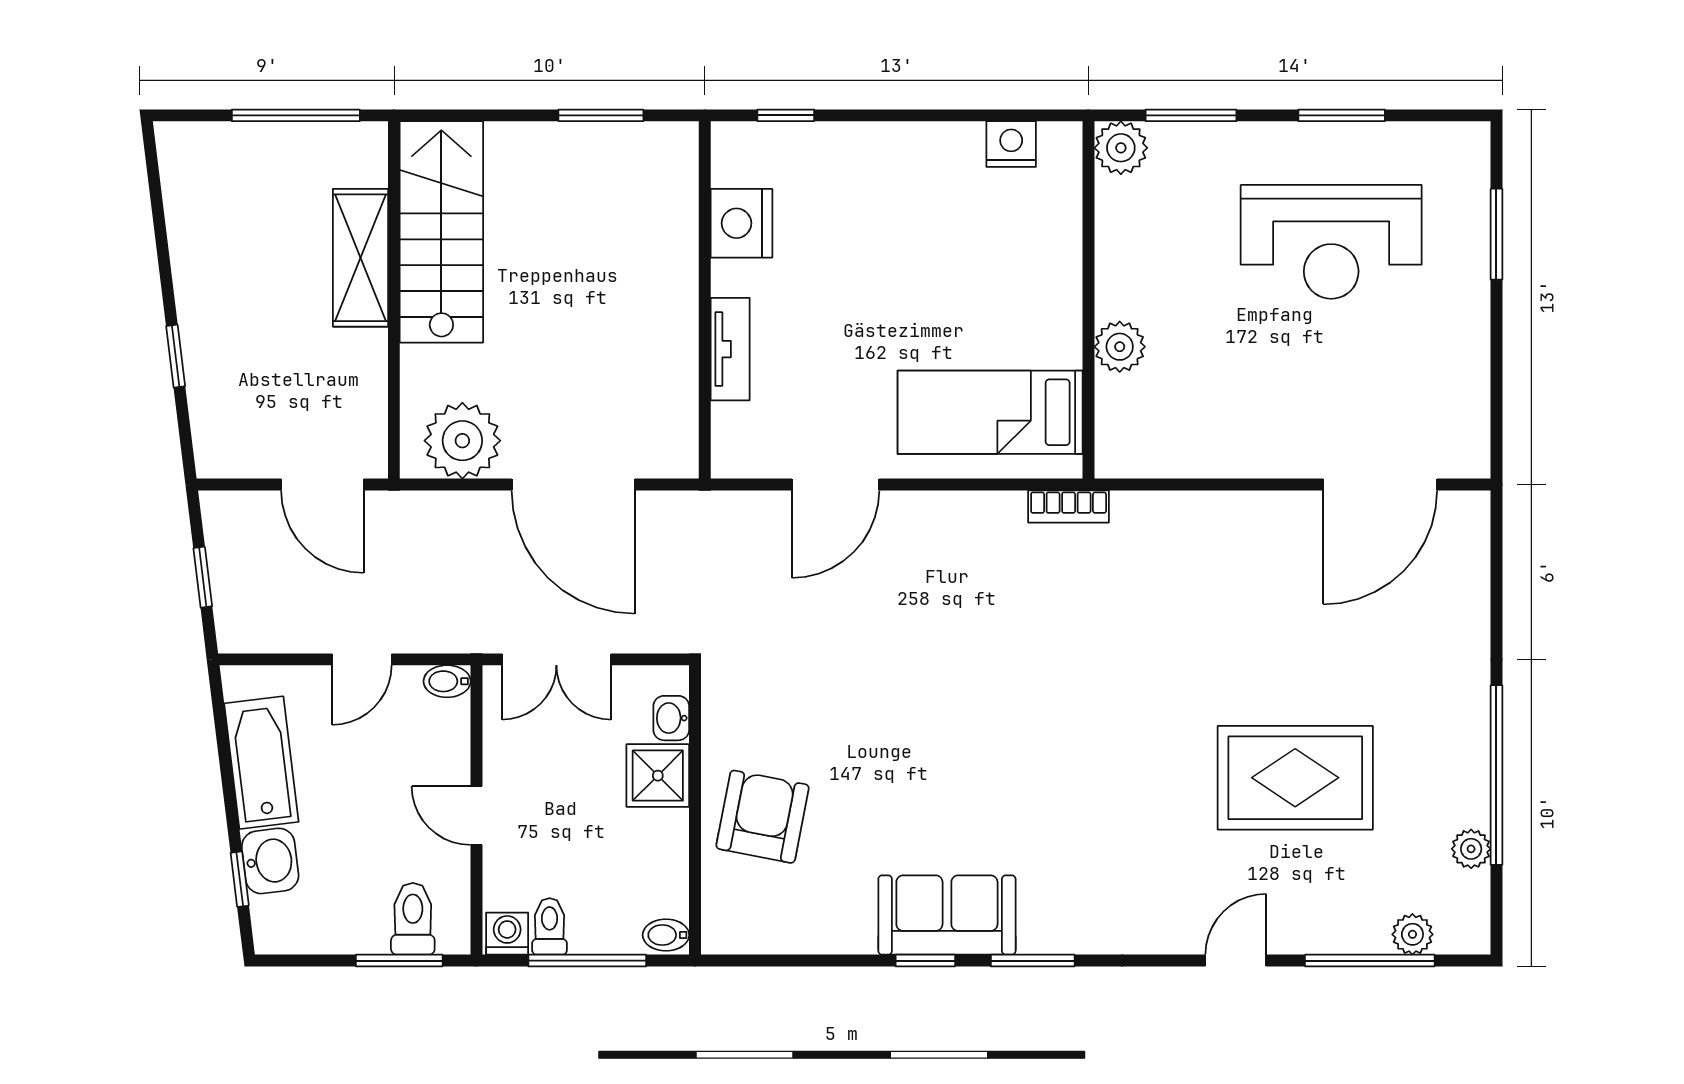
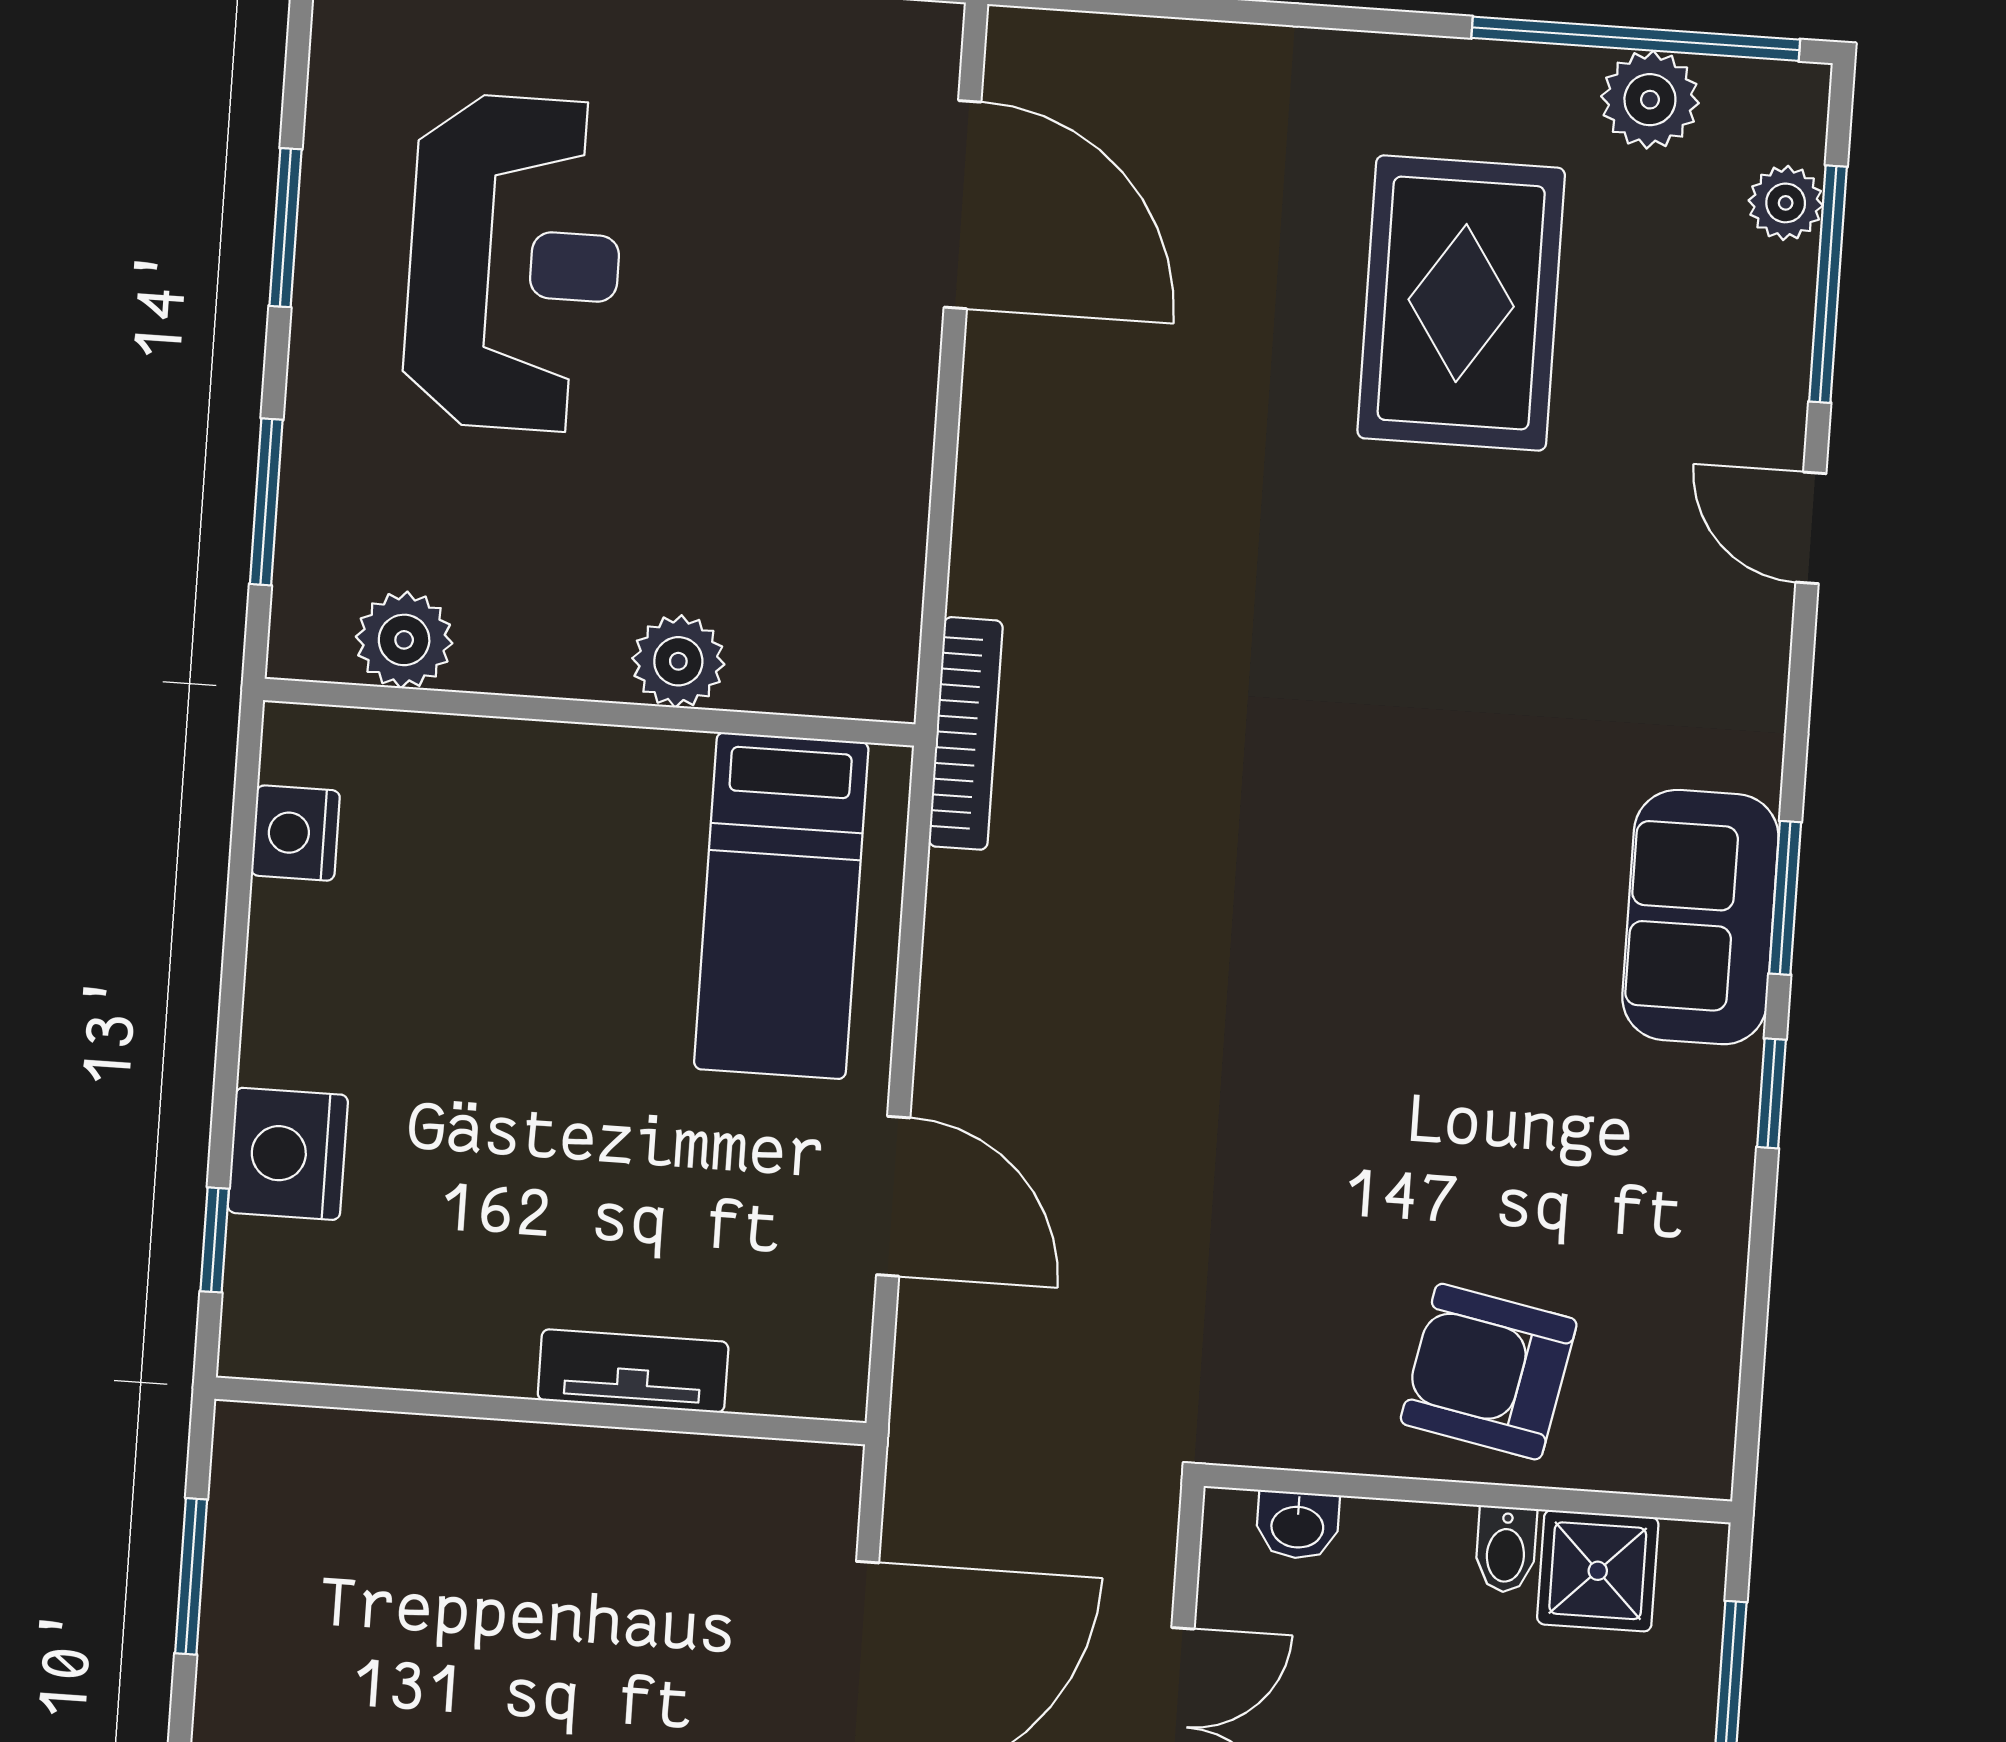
plant: (1121, 148) -> (404, 640), moved
nightstand: (741, 223) -> (288, 1154), moved, turned 90
bookcase: (1069, 507) -> (966, 733), width x1.56
window: (1496, 775) -> (1636, 39), moved
shower: (658, 776) -> (1598, 1571), moved
rug: (1295, 778) -> (1461, 303), moved
plant: (1471, 849) -> (1650, 100), width x1.38, depth x1.38
sofa: (947, 915) -> (1700, 917), moved
bidet: (666, 935) -> (1506, 1549), moved

